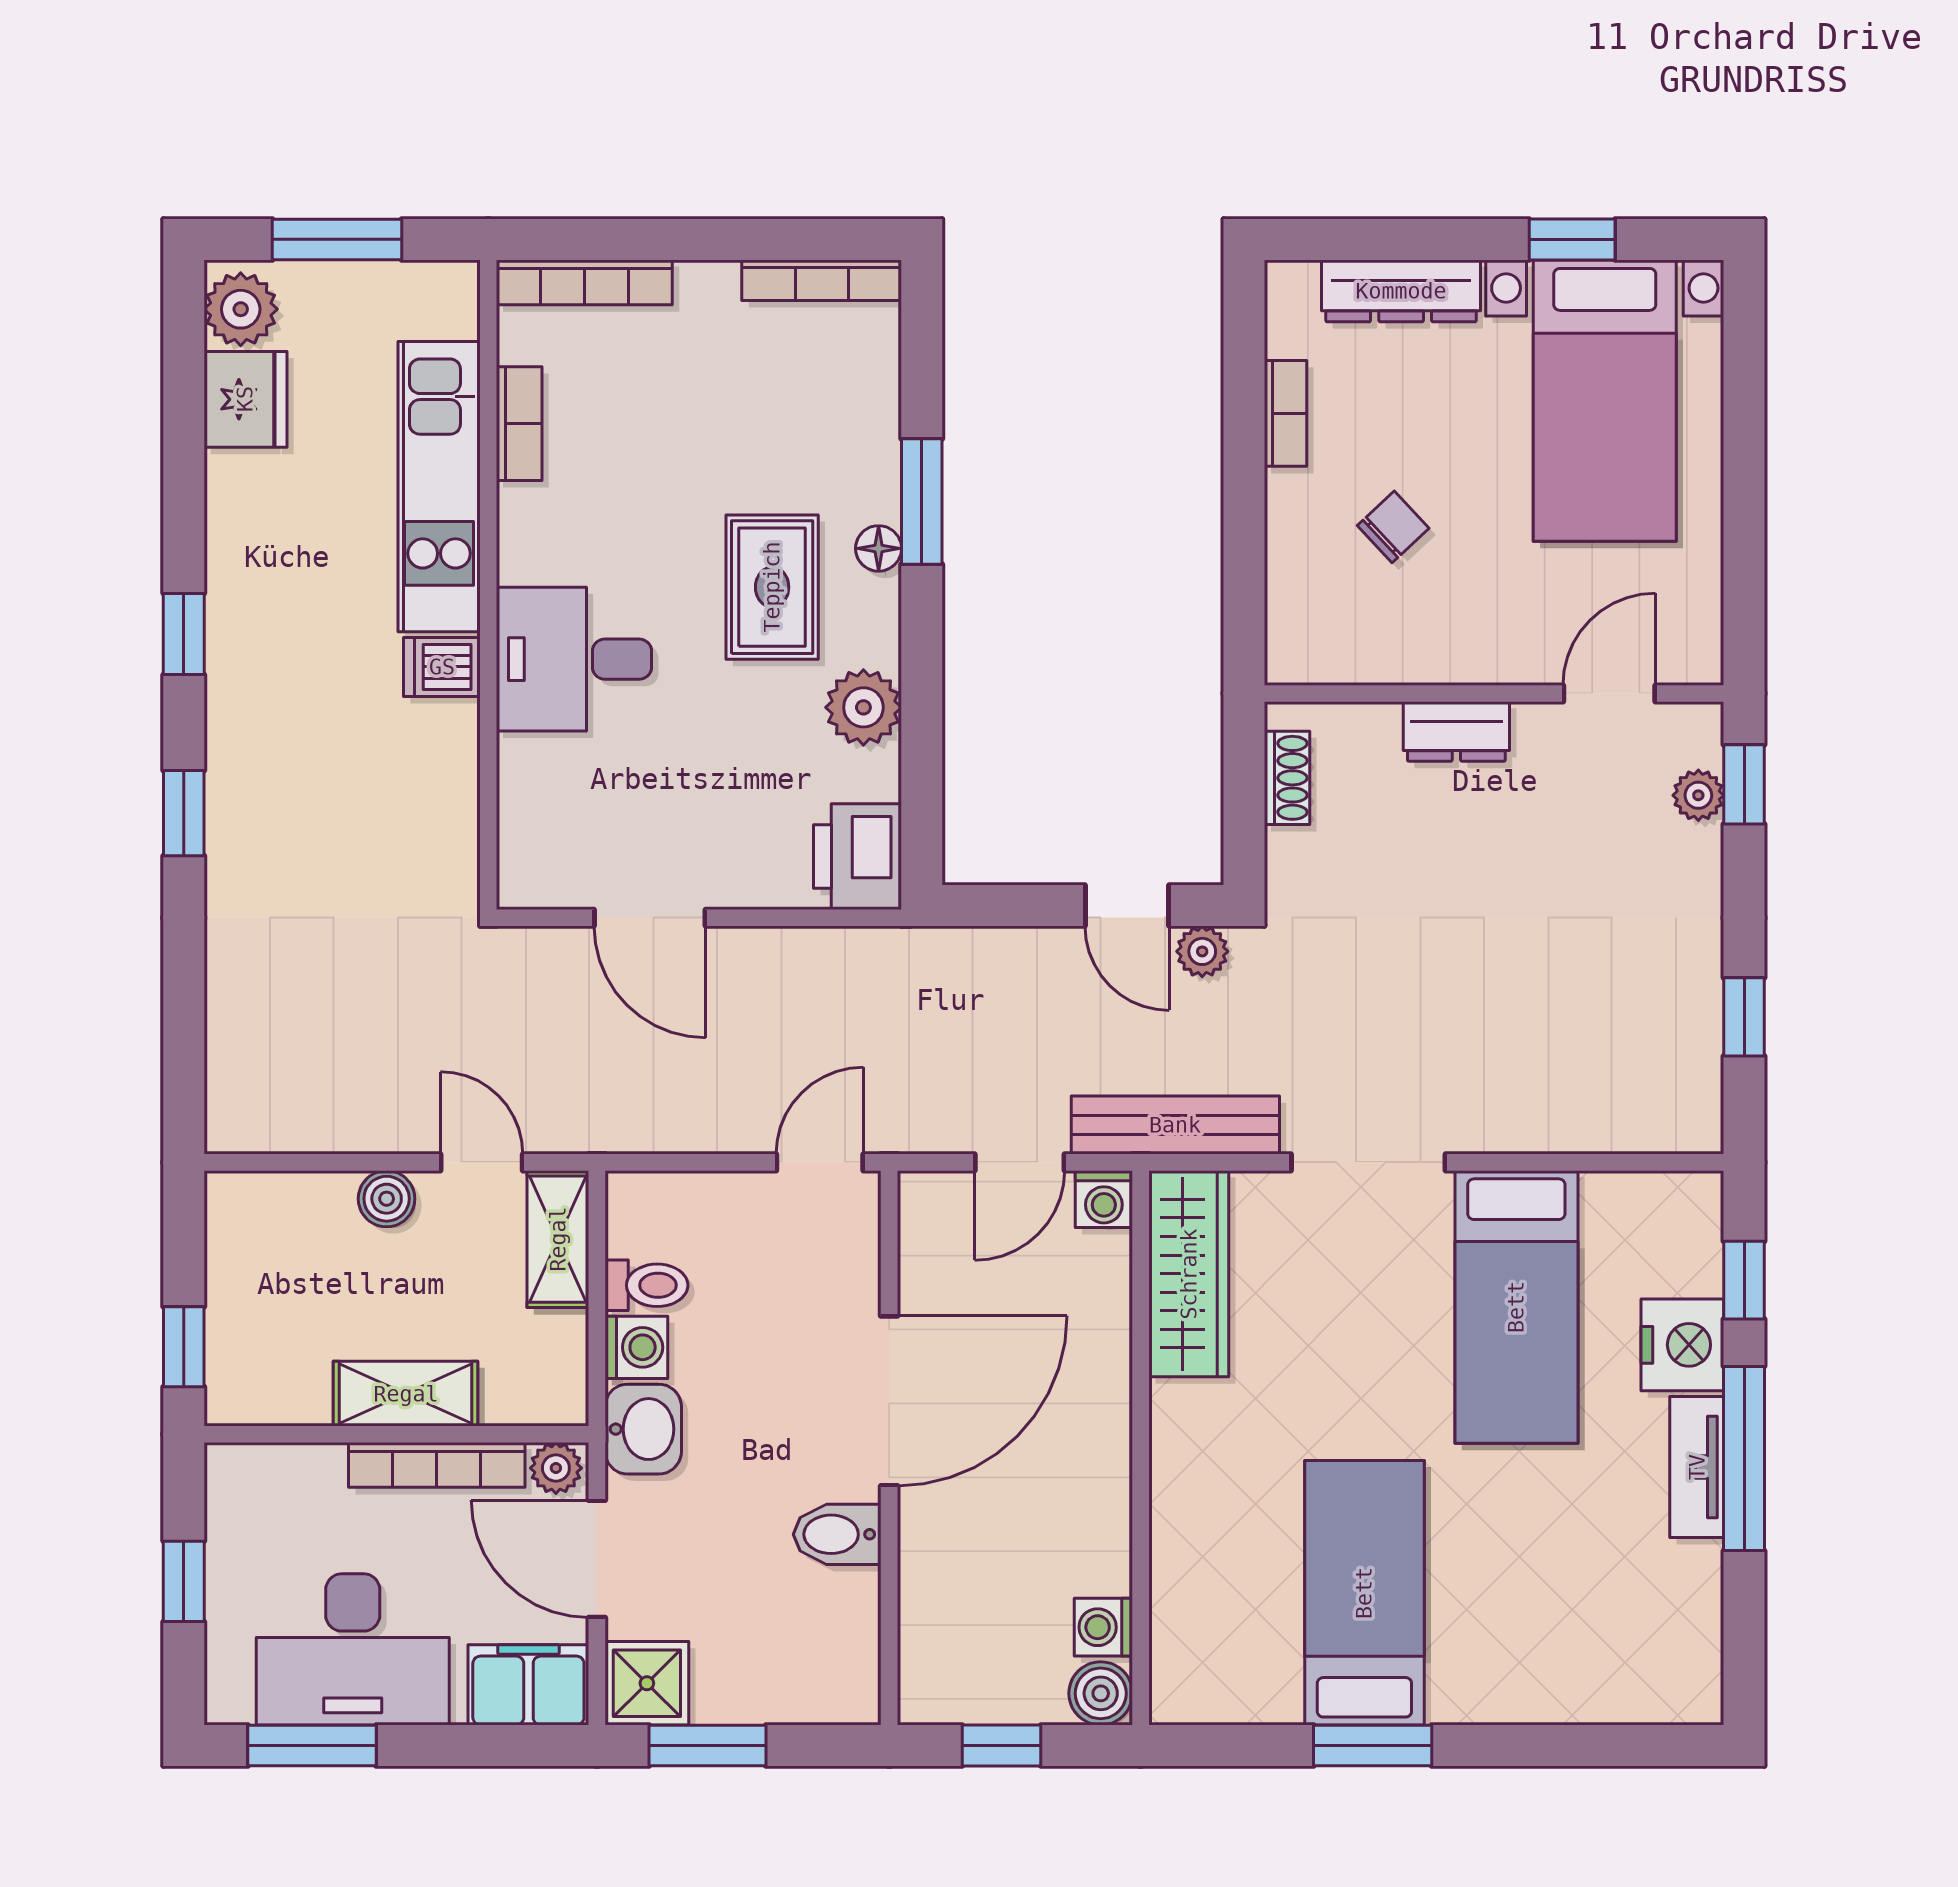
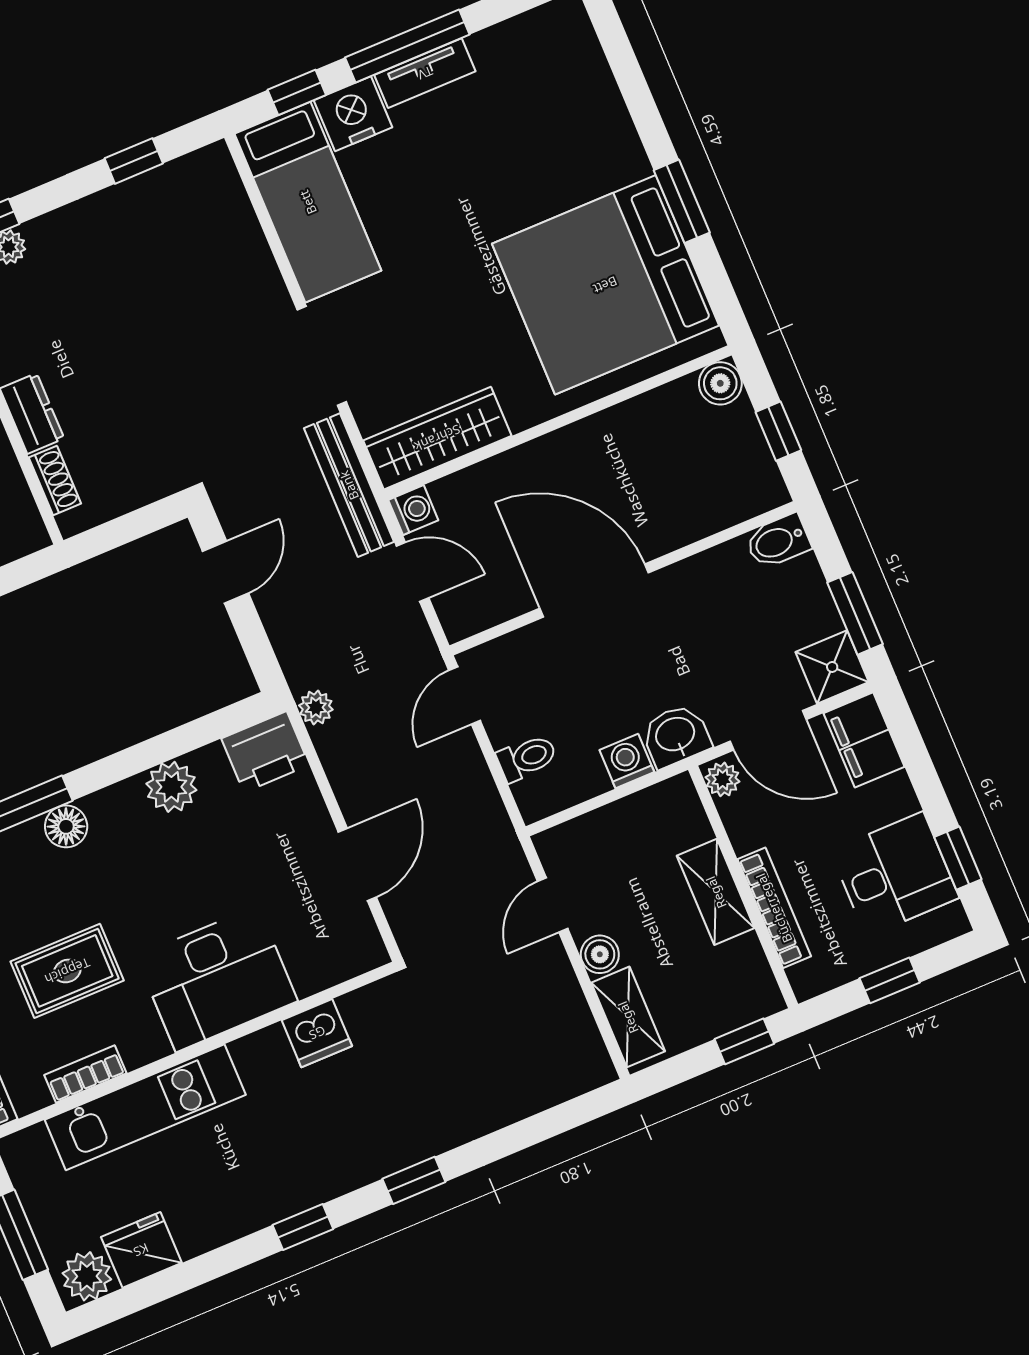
floor lamp: (879, 548) -> (66, 826), width x1.37, depth x1.37
rug: (772, 587) -> (67, 971), moved
desk: (574, 659) -> (217, 979), width x1.37
dishwasher: (442, 667) -> (317, 1033), moved, width x1.38
shoe rack: (1287, 778) -> (55, 481), moved, turned 90
plant: (1202, 951) -> (316, 708), moved
door: (820, 1162) -> (465, 696), hinge flipped
shelving: (558, 1239) -> (628, 1017), moved, turned 90
toilet: (646, 1285) -> (527, 758), moved, turned 90
bed: (1516, 1307) -> (308, 202), moved, turned 90
bookcase: (437, 1465) -> (774, 908), moved
bidet: (837, 1534) -> (778, 541), moved, turned 90
door: (597, 1559) -> (768, 730), hinge flipped
bed: (1364, 1593) -> (605, 285), width x2.04
washing machine: (1103, 1627) -> (679, 399), removed
desk: (353, 1649) -> (895, 874), width x0.73
window: (312, 1745) -> (958, 858), width x0.67

